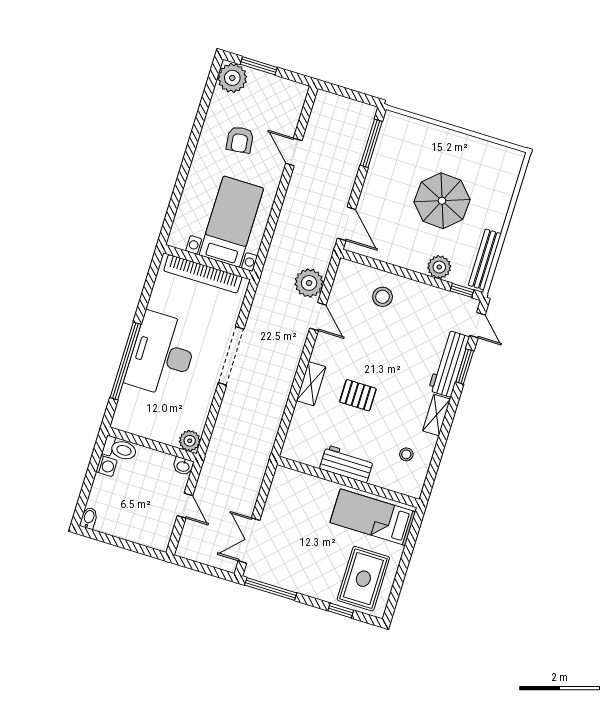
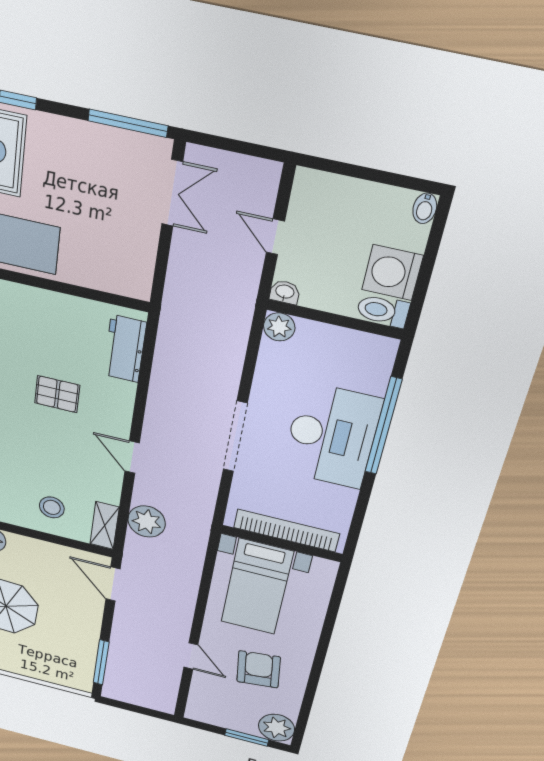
armchair: (240, 140) -> (258, 669), width x1.38, depth x1.38
door: (318, 317) -> (132, 457), moved
shelving: (311, 384) -> (105, 525), moved
workbench: (347, 464) -> (125, 349), moved, turned 90
washing machine: (107, 466) -> (392, 273), width x1.89, depth x1.89

